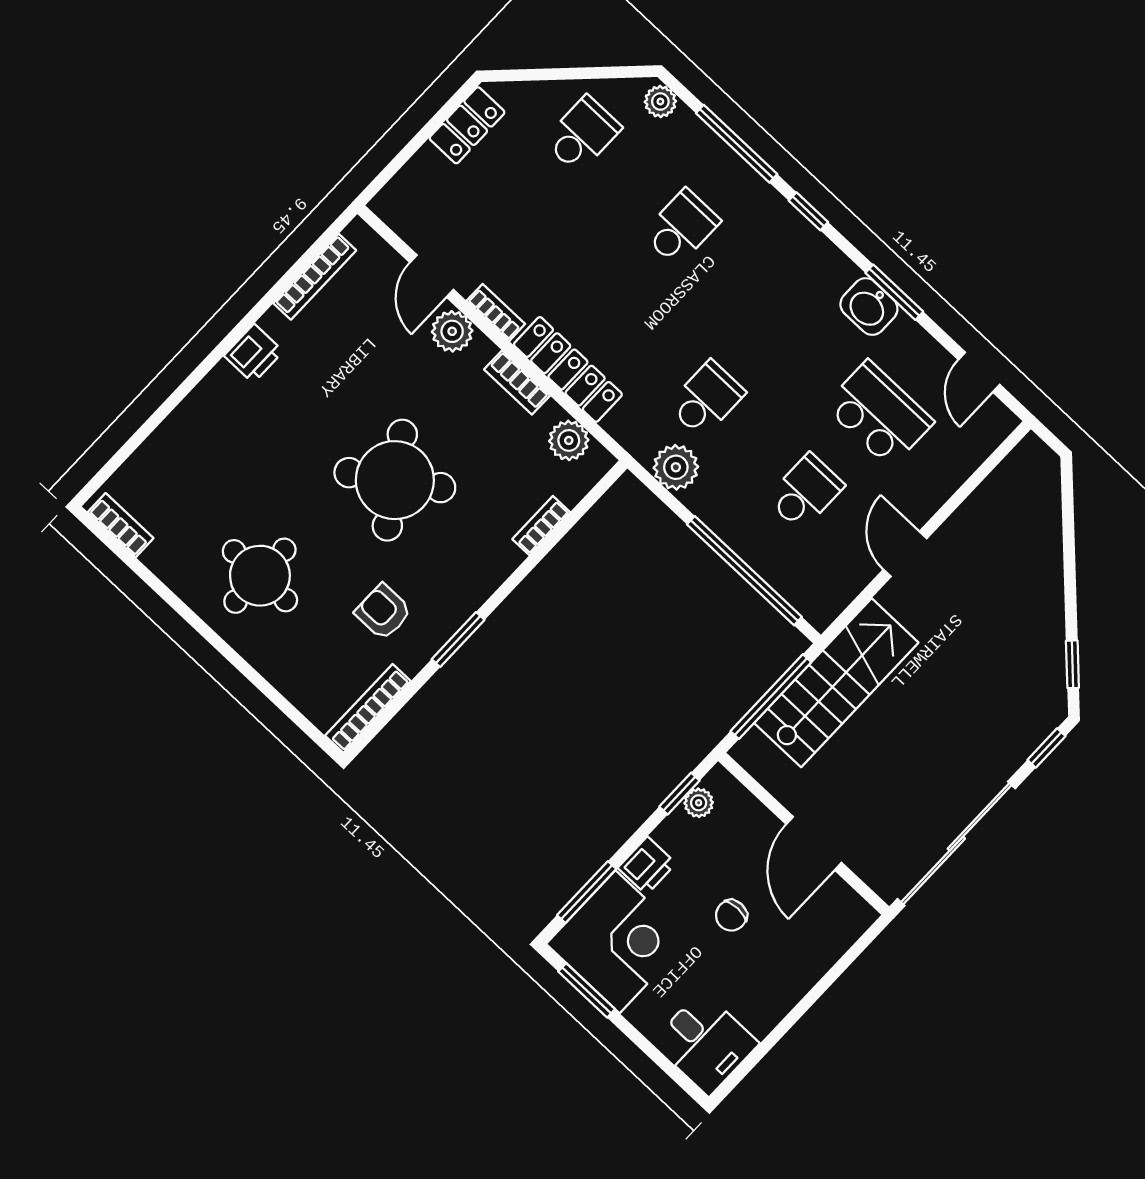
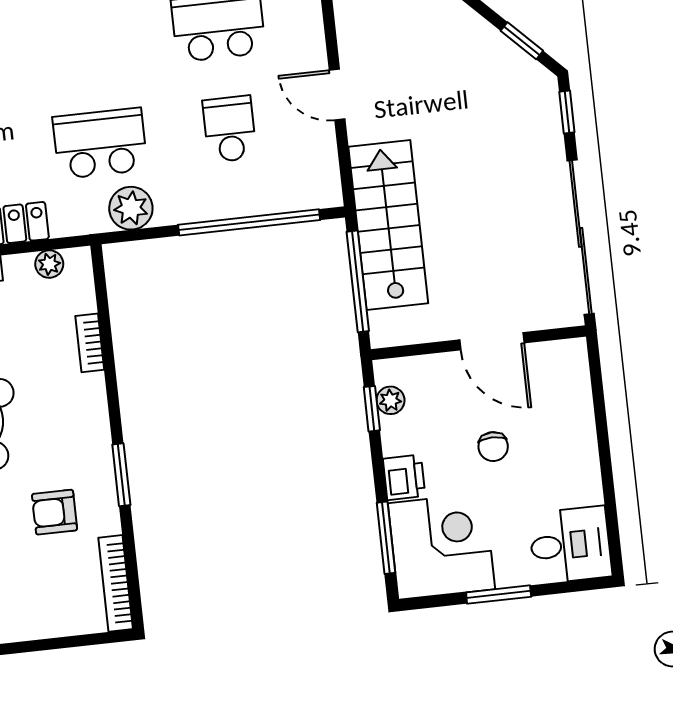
school desk: (706, 399) -> (100, 143), width x1.85
plant: (569, 440) -> (49, 264), width x0.73, depth x0.73
window: (587, 990) -> (499, 595), moved

